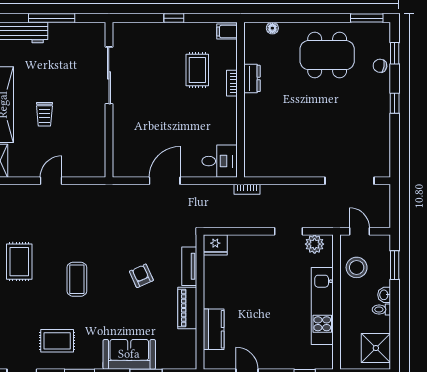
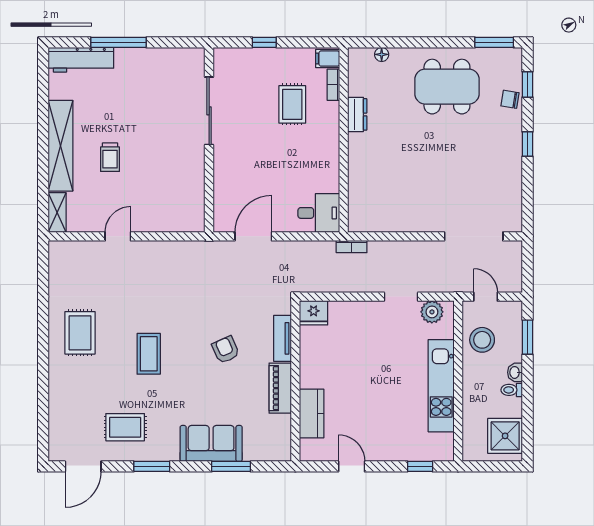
sliding door: (109, 75) -> (209, 111), moved
bookcase: (232, 83) -> (333, 85), moved
wall: (109, 100) -> (209, 140), moved

